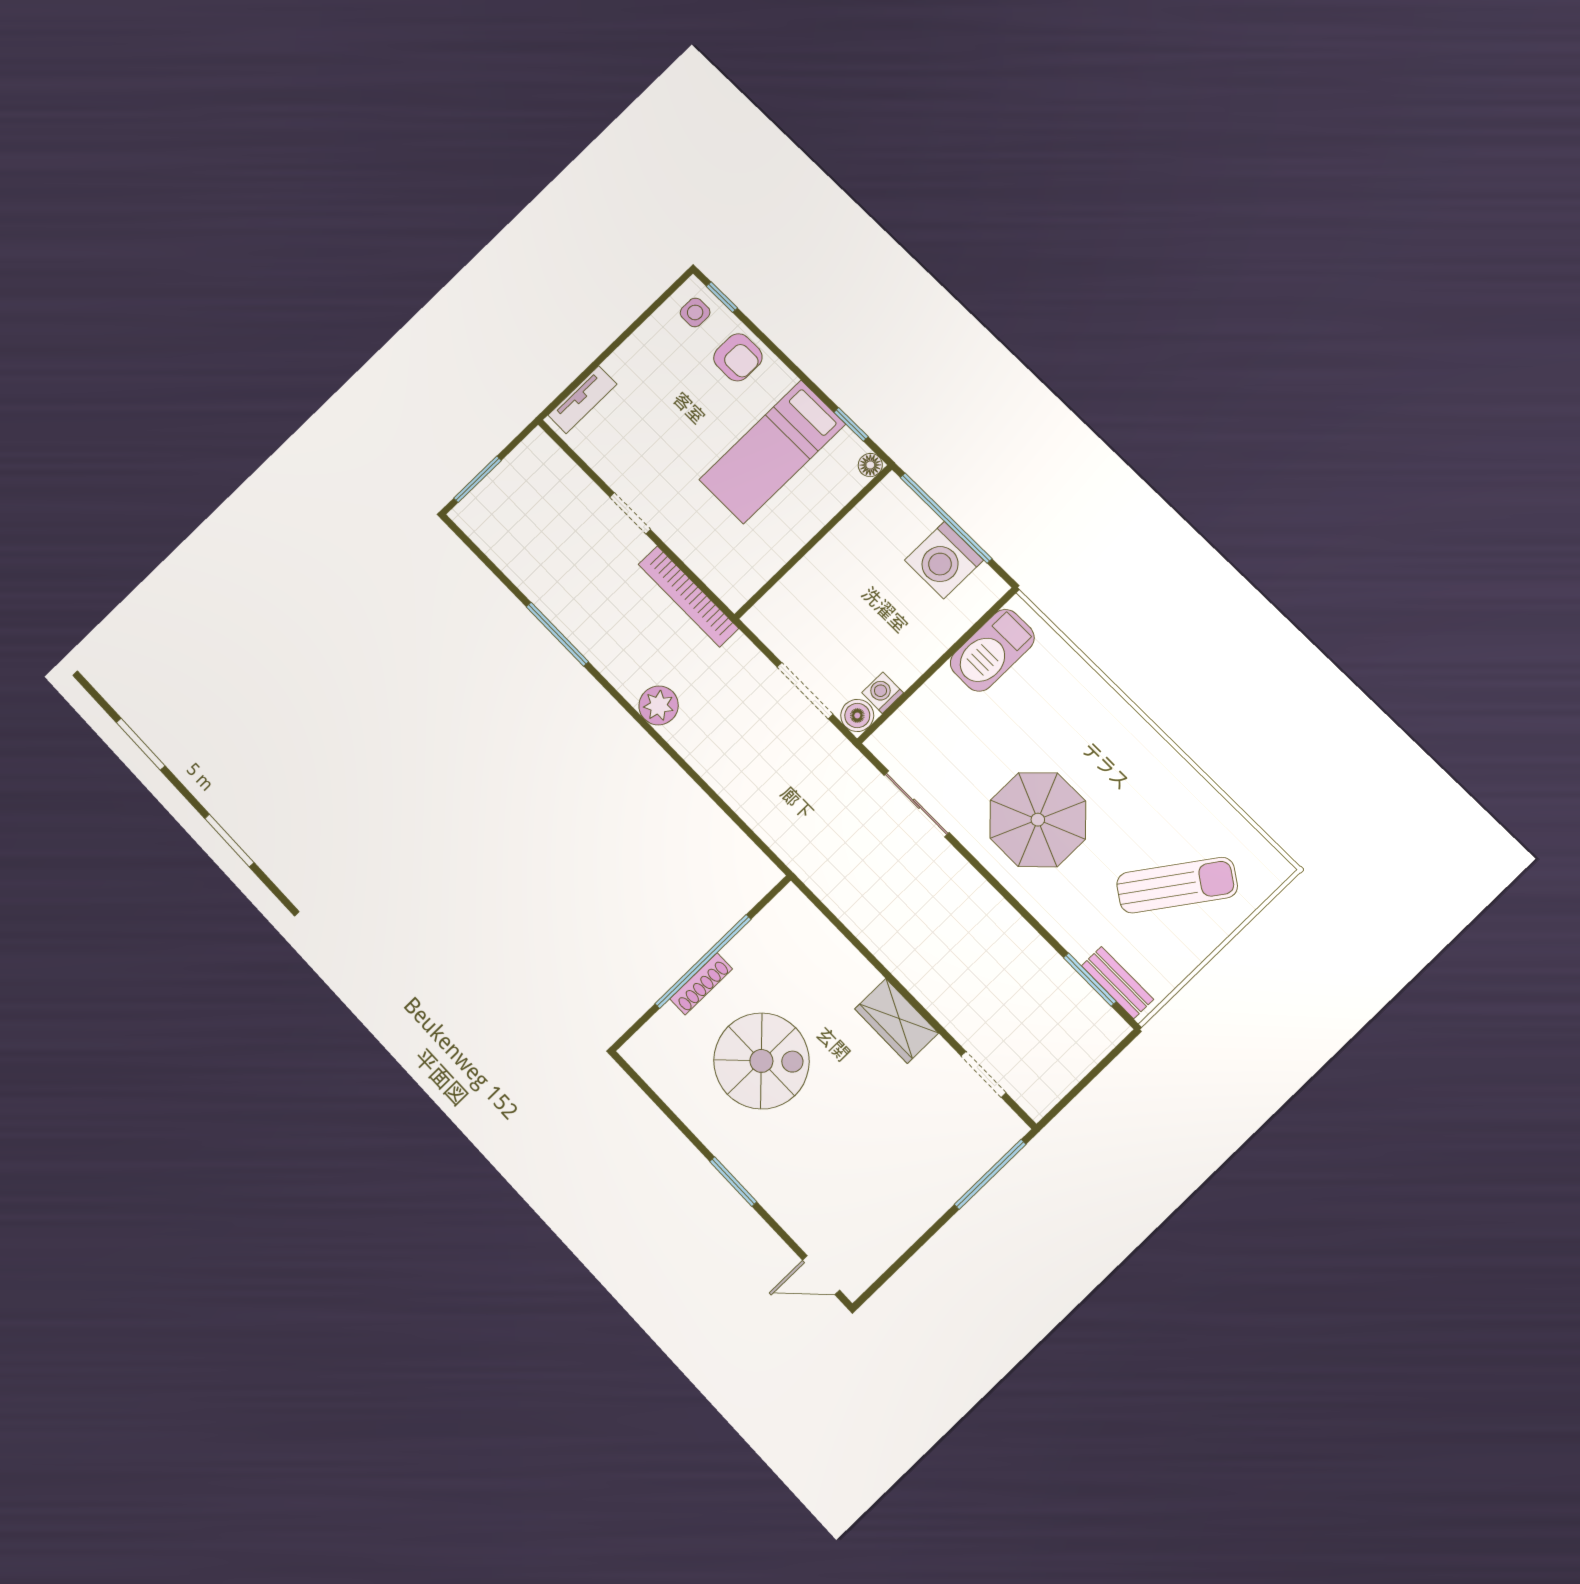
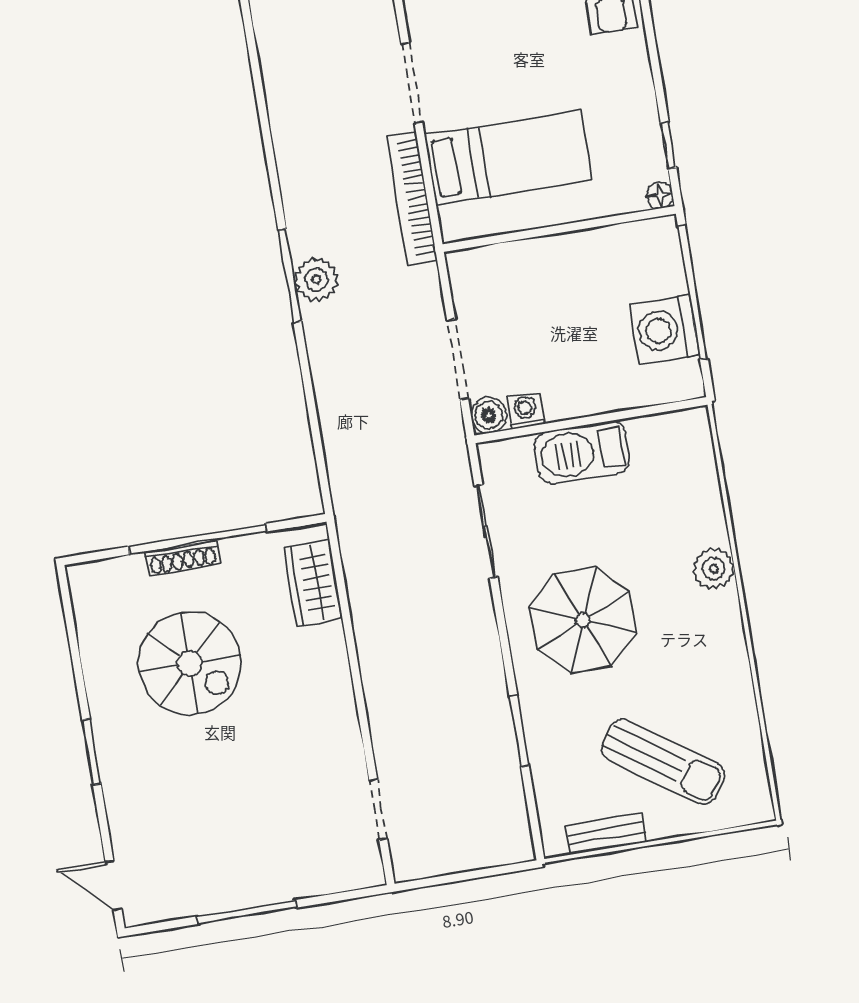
bed: (772, 452) -> (508, 157), moved, turned 180
doorway: (630, 513) -> (412, 83), width x1.38
window: (557, 634) -> (290, 276), moved
barbecue: (992, 650) -> (582, 453), moved
plant: (1110, 712) -> (714, 569), added
window: (1090, 980) -> (519, 731), moved
bench: (1117, 983) -> (606, 834), moved, turned 90
wardrobe: (896, 1021) -> (313, 583), moved
window: (990, 1174) -> (247, 912), moved

